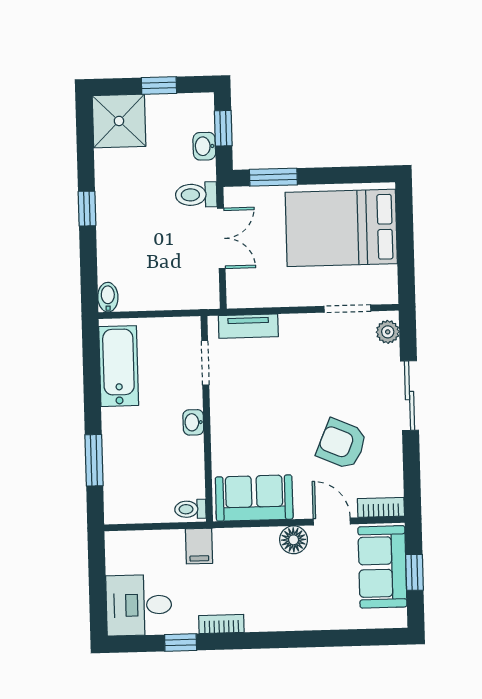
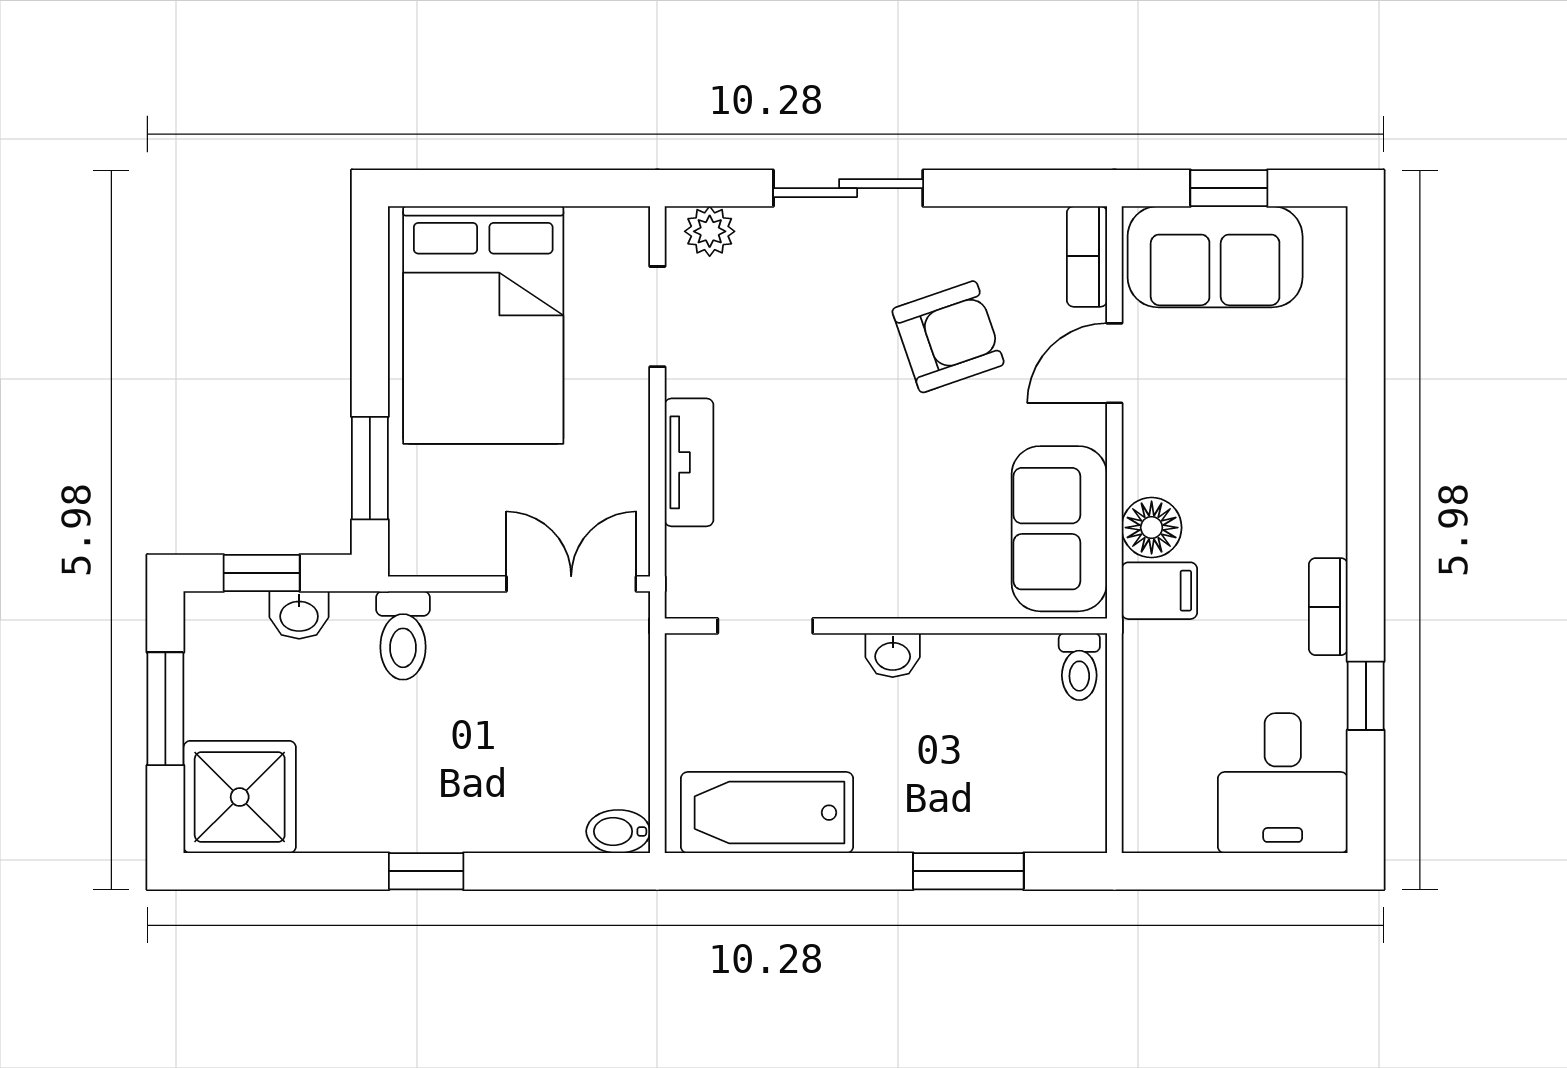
window: (159, 85) -> (165, 709), width x1.50
double door: (221, 238) -> (571, 584), moved
tv unit: (248, 326) -> (689, 462), moved
armchair: (342, 444) -> (948, 337), turned -132
floor lamp: (294, 540) -> (1152, 528), moved
filing cabinet: (199, 546) -> (1159, 591), moved

